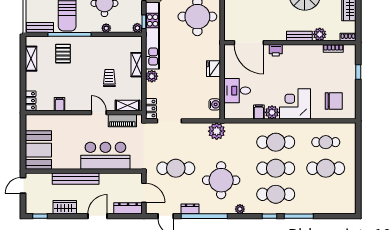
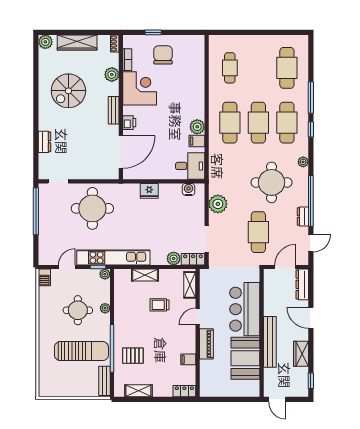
bench: (299, 36) -> (114, 110), moved
plant: (152, 76) -> (174, 258), moved
desk: (237, 91) -> (190, 166), moved, turned -90
chair: (334, 101) -> (163, 55), moved
corner desk: (295, 104) -> (140, 88), moved, turned 180
piano: (122, 121) -> (206, 344), moved
plant: (217, 131) -> (218, 204), moved
booth: (38, 150) -> (245, 358), moved, turned 90
cafe table: (326, 168) -> (287, 68), moved

